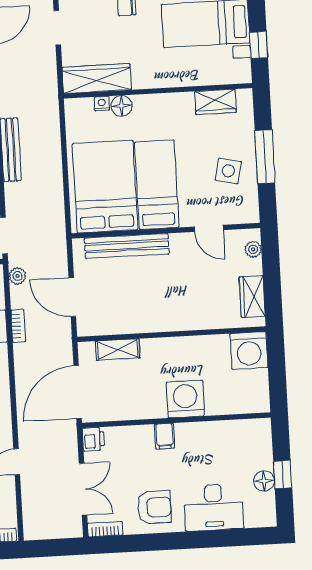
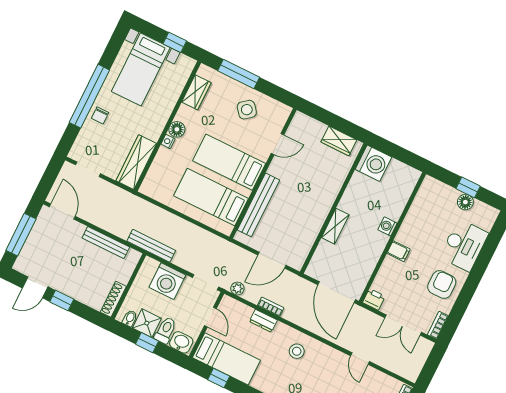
nightstand: (102, 104) -> (168, 141), moved
floor lamp: (122, 106) -> (177, 129), moved
window: (265, 157) -> (239, 74), moved
side table: (228, 171) -> (247, 110), turned 38
bed: (105, 187) -> (211, 197), width x0.67
plant: (253, 249) -> (308, 123), removed
shelving: (118, 349) -> (335, 226), moved
washing machine: (185, 399) -> (387, 226), width x0.53, depth x0.53
double door: (83, 489) -> (403, 325), swing flipped

